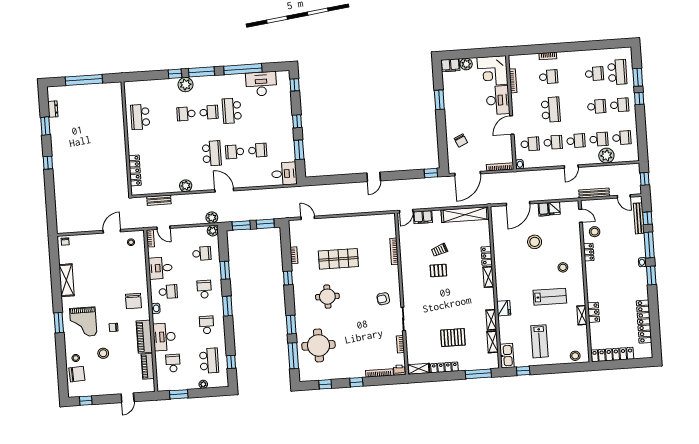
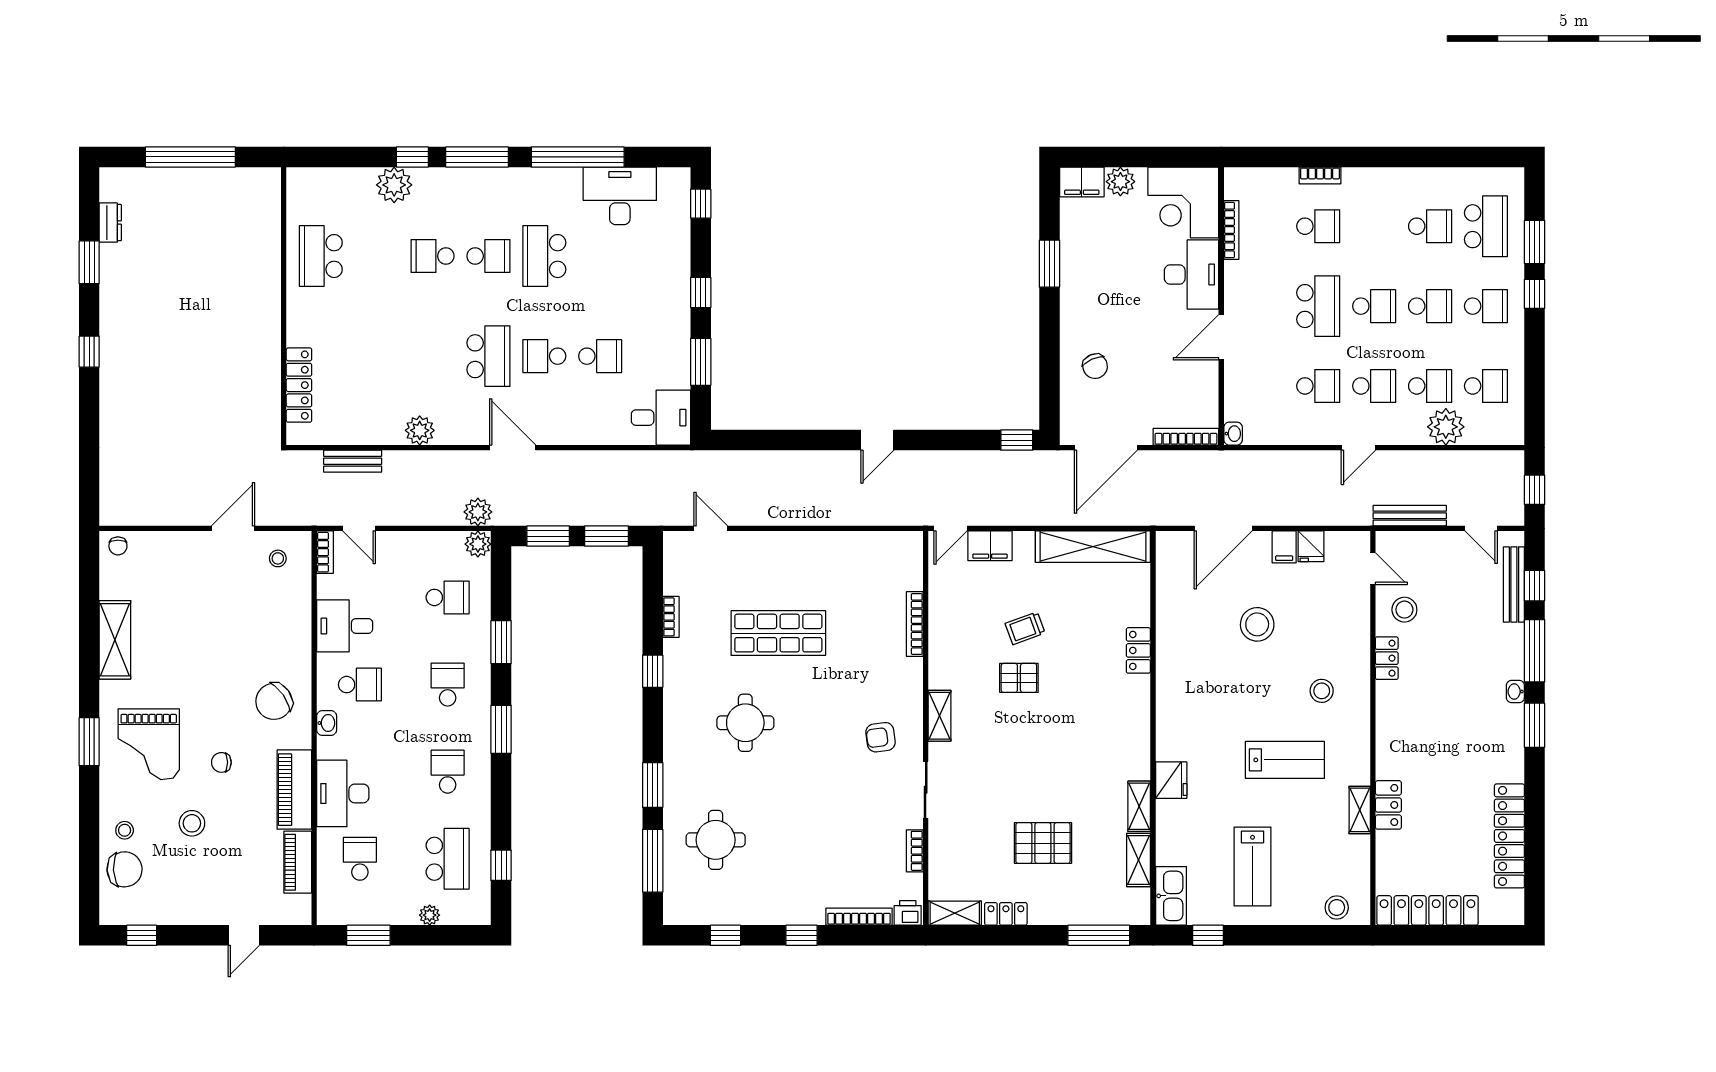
plant: (186, 85) -> (394, 185), moved
school desk: (530, 144) -> (1374, 306), moved
shelving: (488, 277) -> (940, 716), moved
chair: (133, 301) -> (274, 701), turned 55
round table: (318, 345) -> (716, 840), width x0.73, depth x0.73
locker: (444, 367) -> (1006, 914), width x0.66

